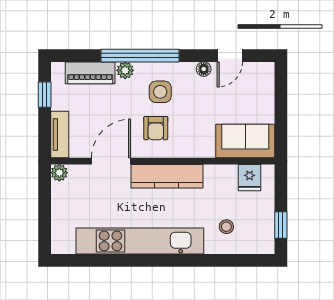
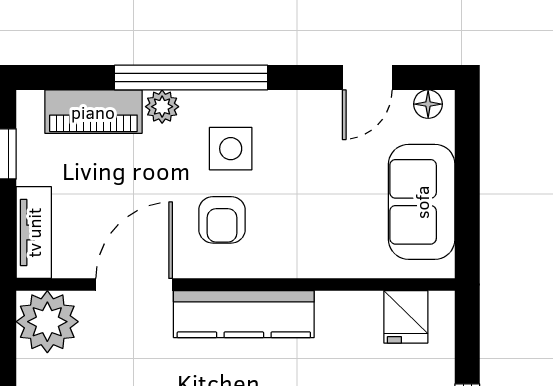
floor lamp: (204, 69) -> (428, 104), moved
sofa: (245, 141) -> (422, 202), moved, turned -90
plant: (59, 173) -> (47, 322), width x1.88, depth x1.88

